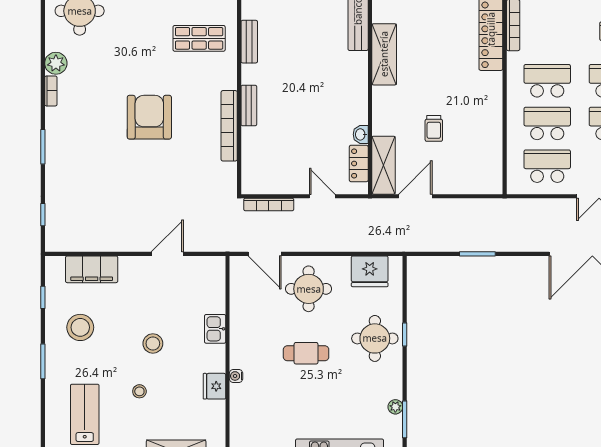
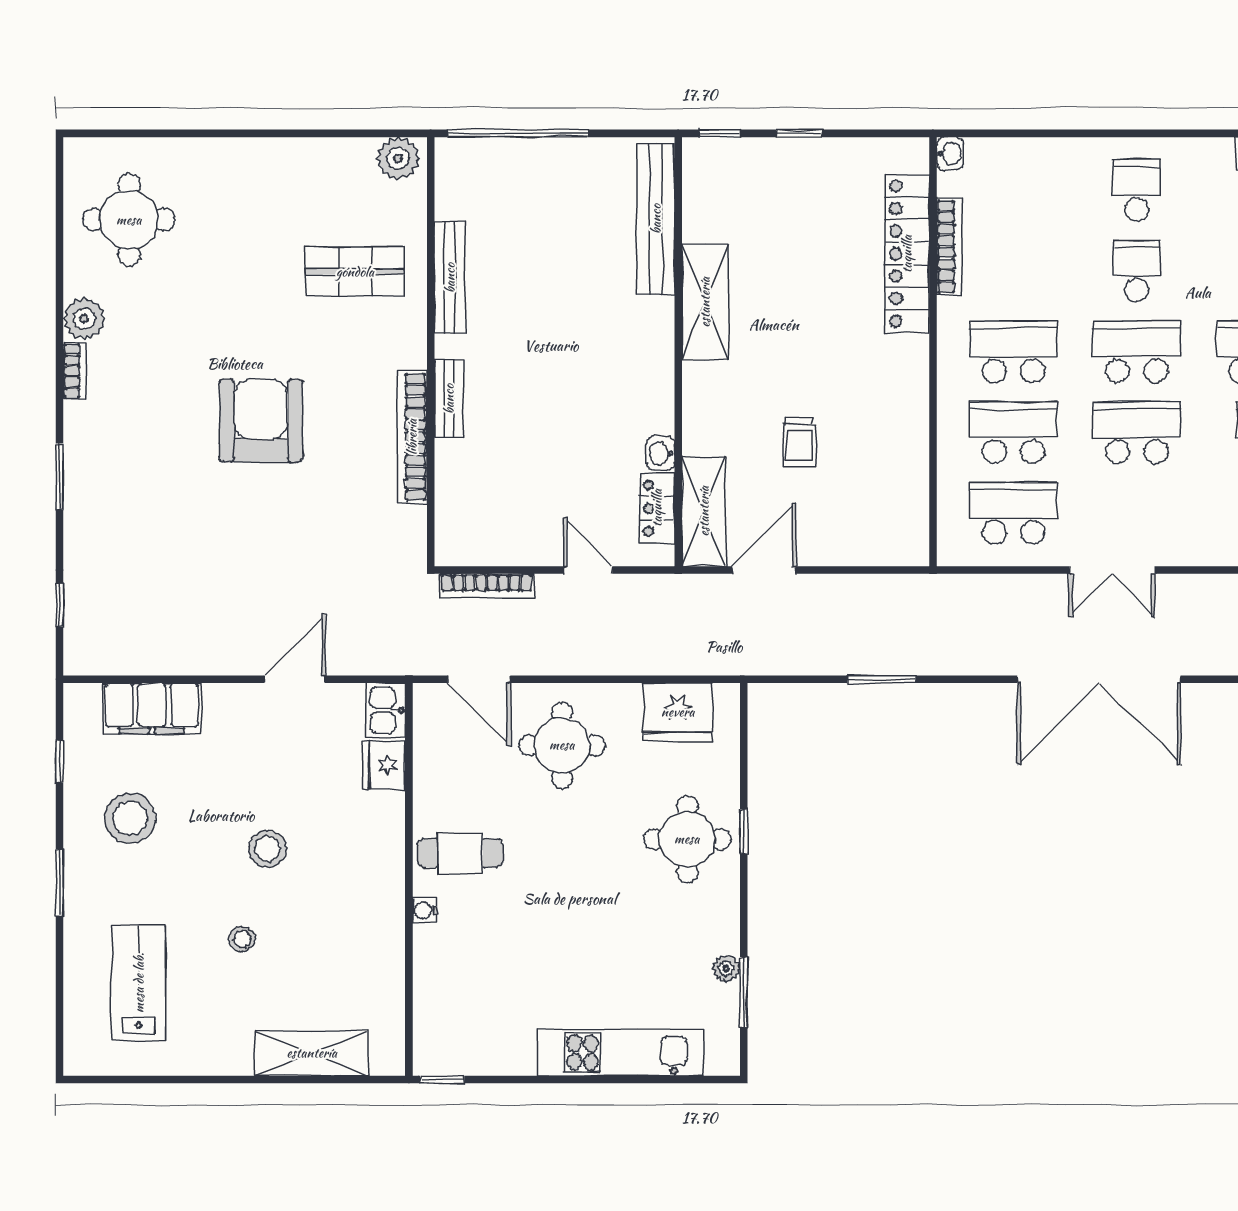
bench: (249, 42) -> (450, 278), width x1.36
kitchen sink: (215, 329) -> (385, 710), moved
cafe table: (306, 353) -> (460, 853), moved
fridge: (214, 386) -> (384, 765), moved

